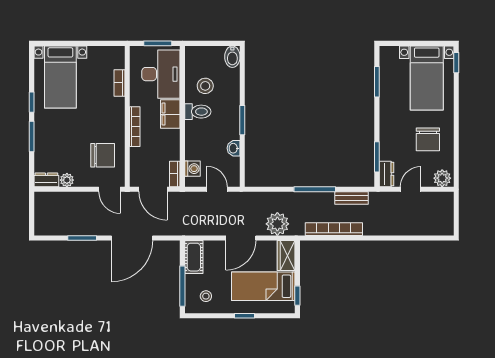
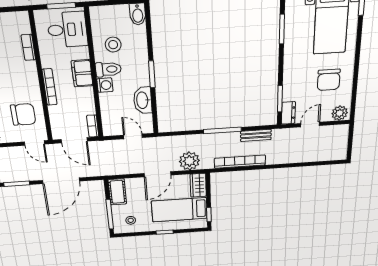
desk: (161, 74) -> (67, 30), width x0.73
washbasin: (234, 148) -> (143, 100), width x1.91, depth x1.45
washing machine: (193, 169) -> (105, 85), moved

